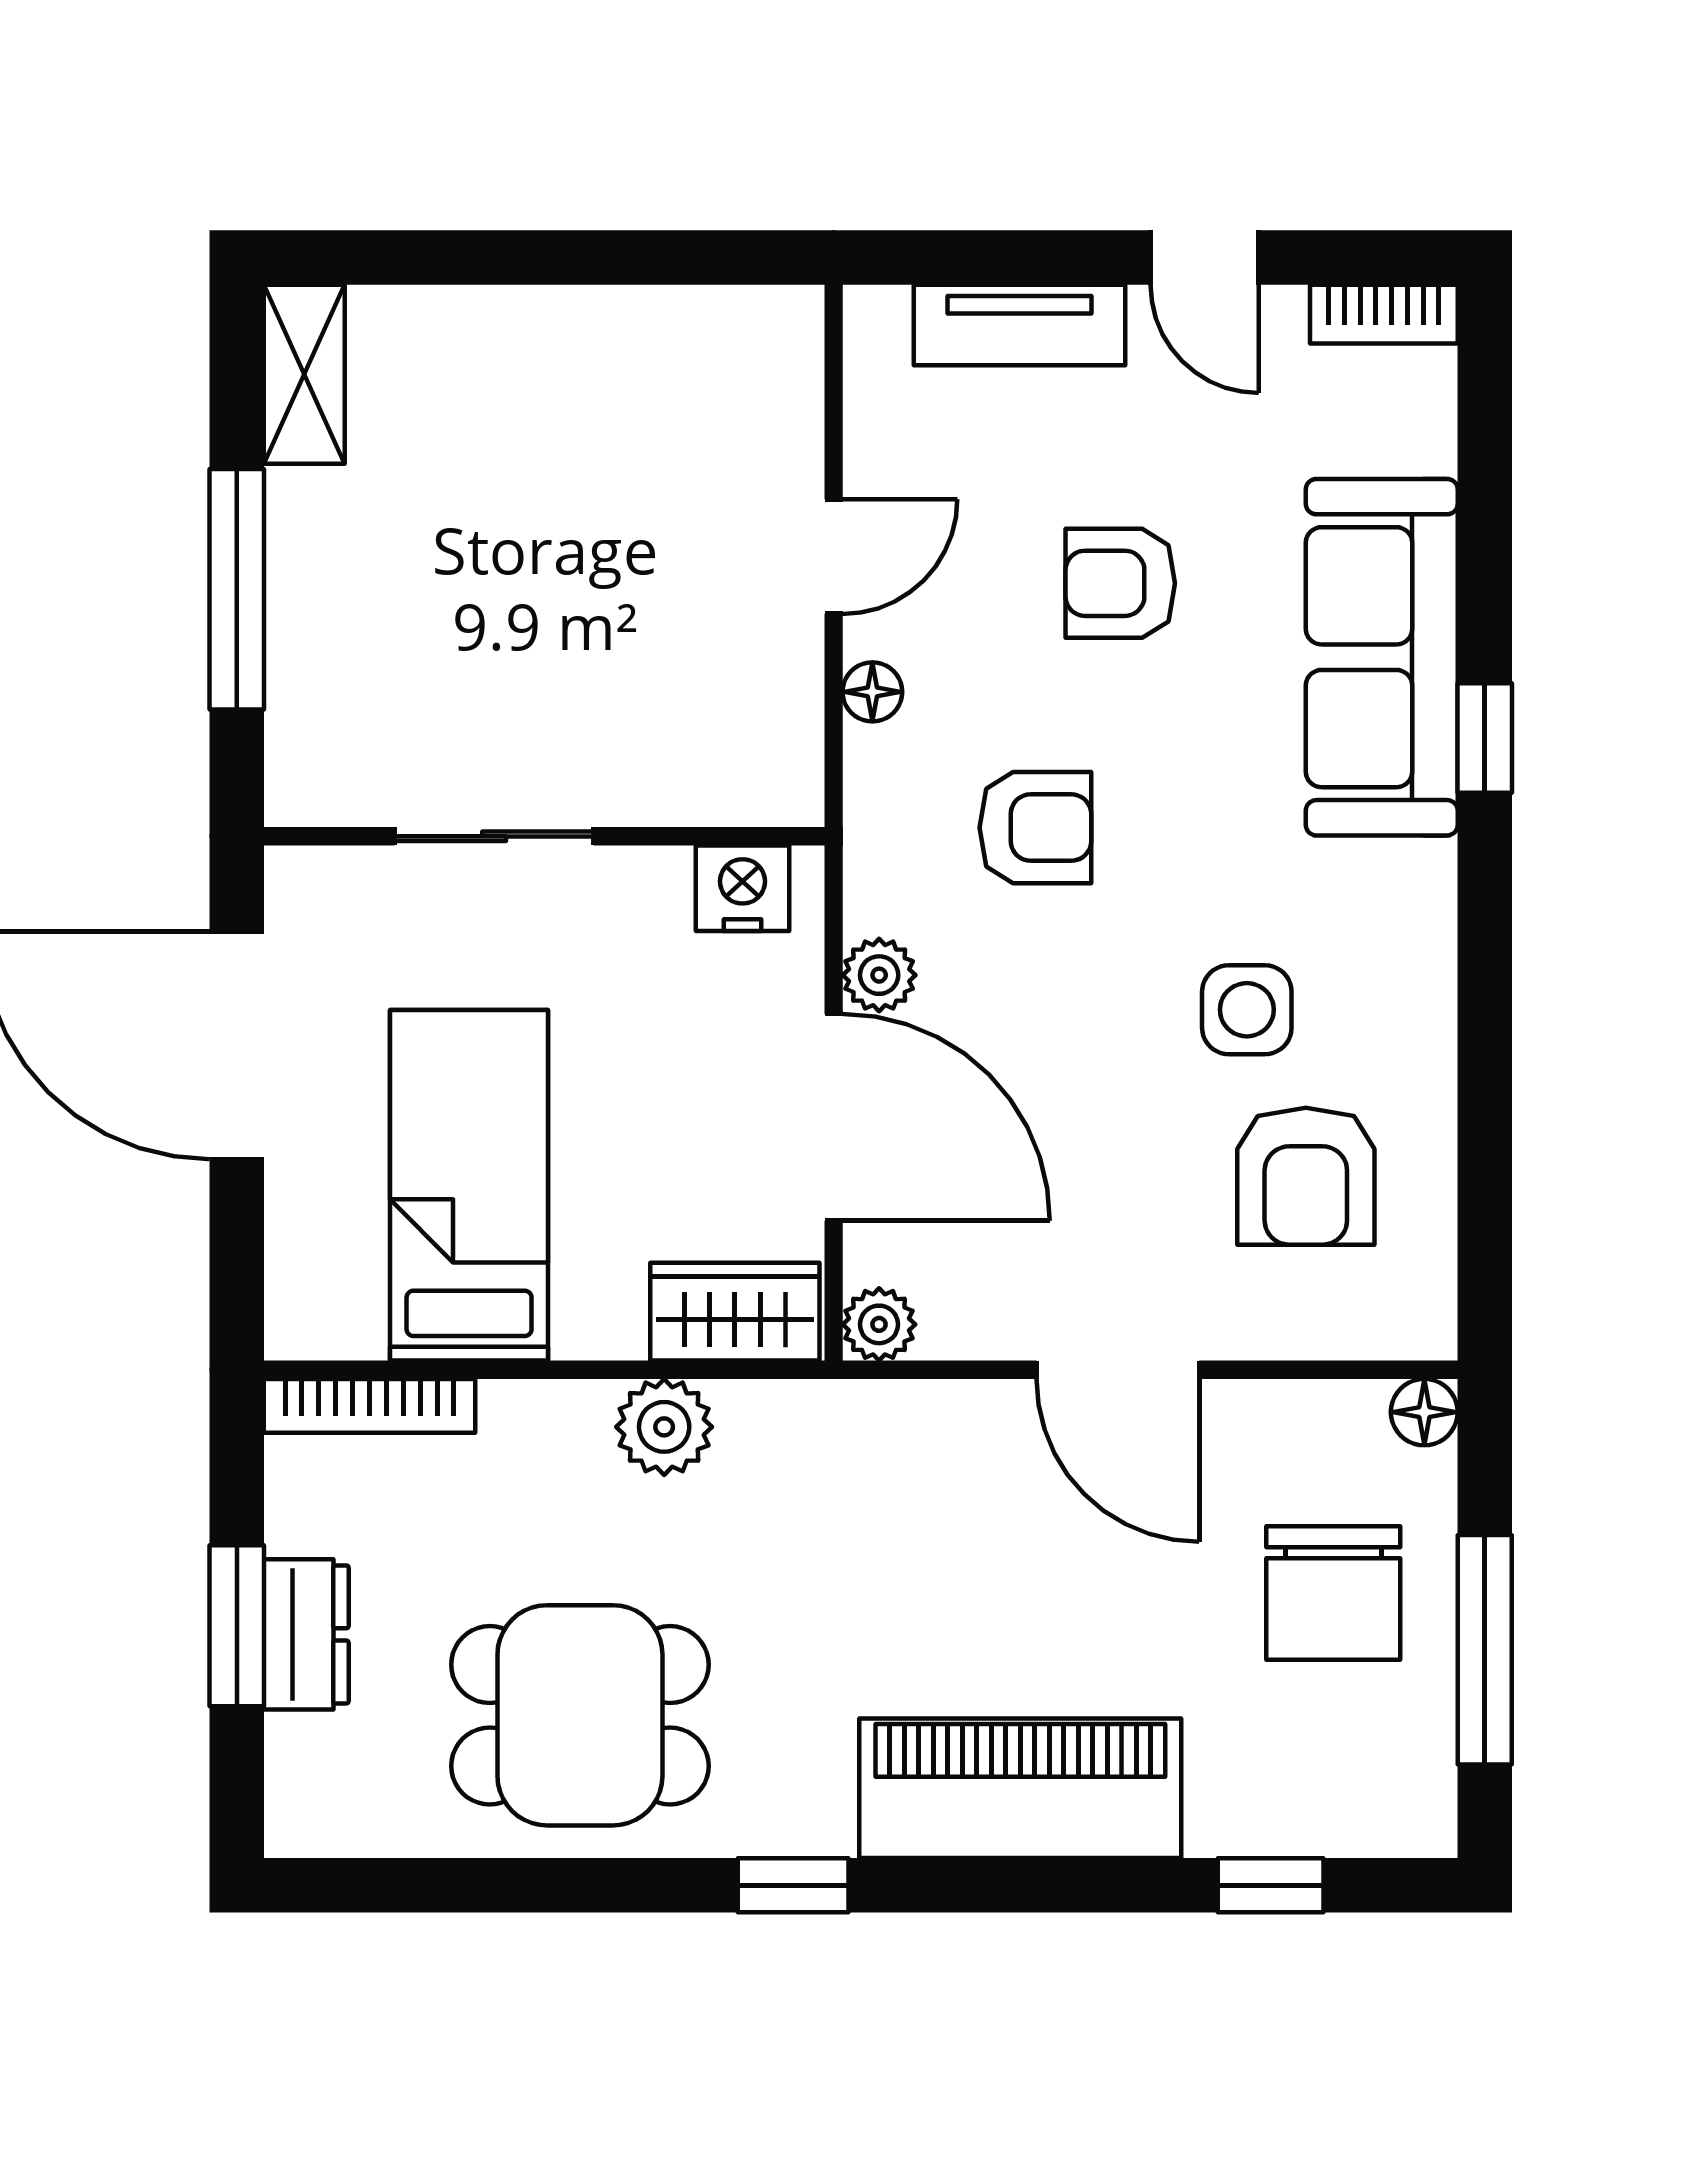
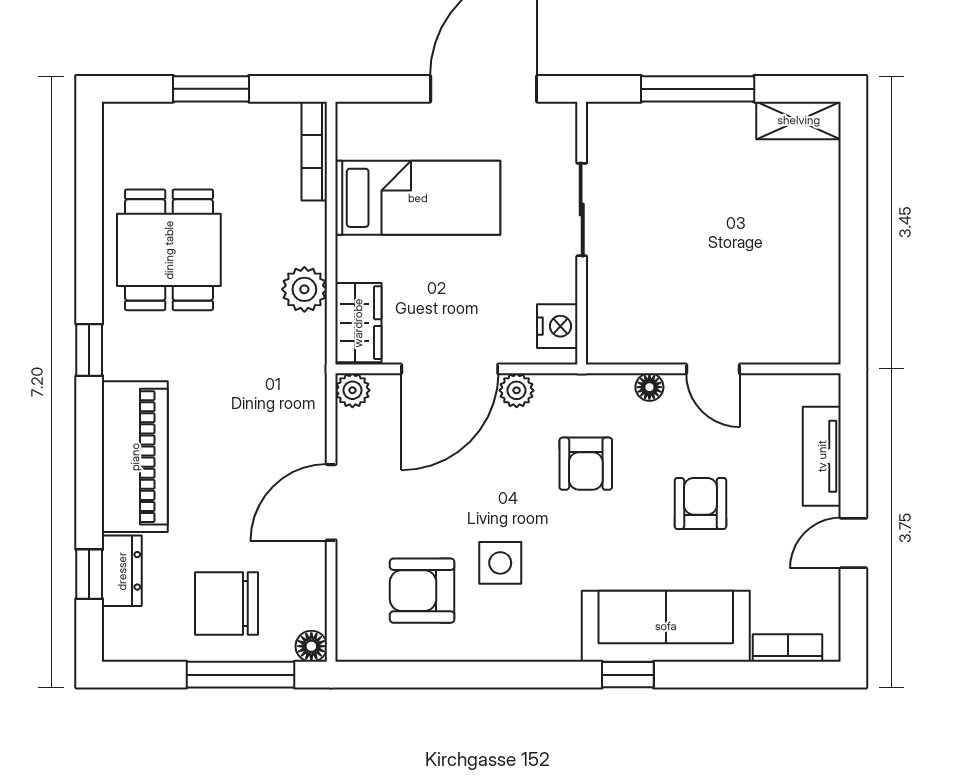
bookcase: (1384, 314) -> (788, 648), moved, turned 90
dresser: (306, 1634) -> (122, 571), moved, turned -90
window: (1485, 1650) -> (240, 675), moved

